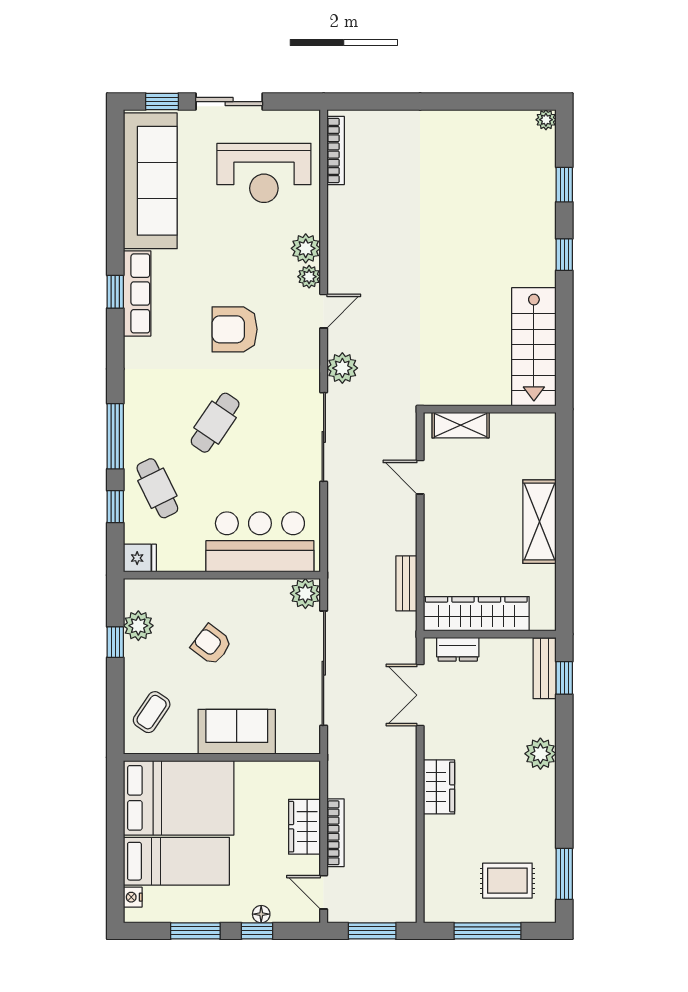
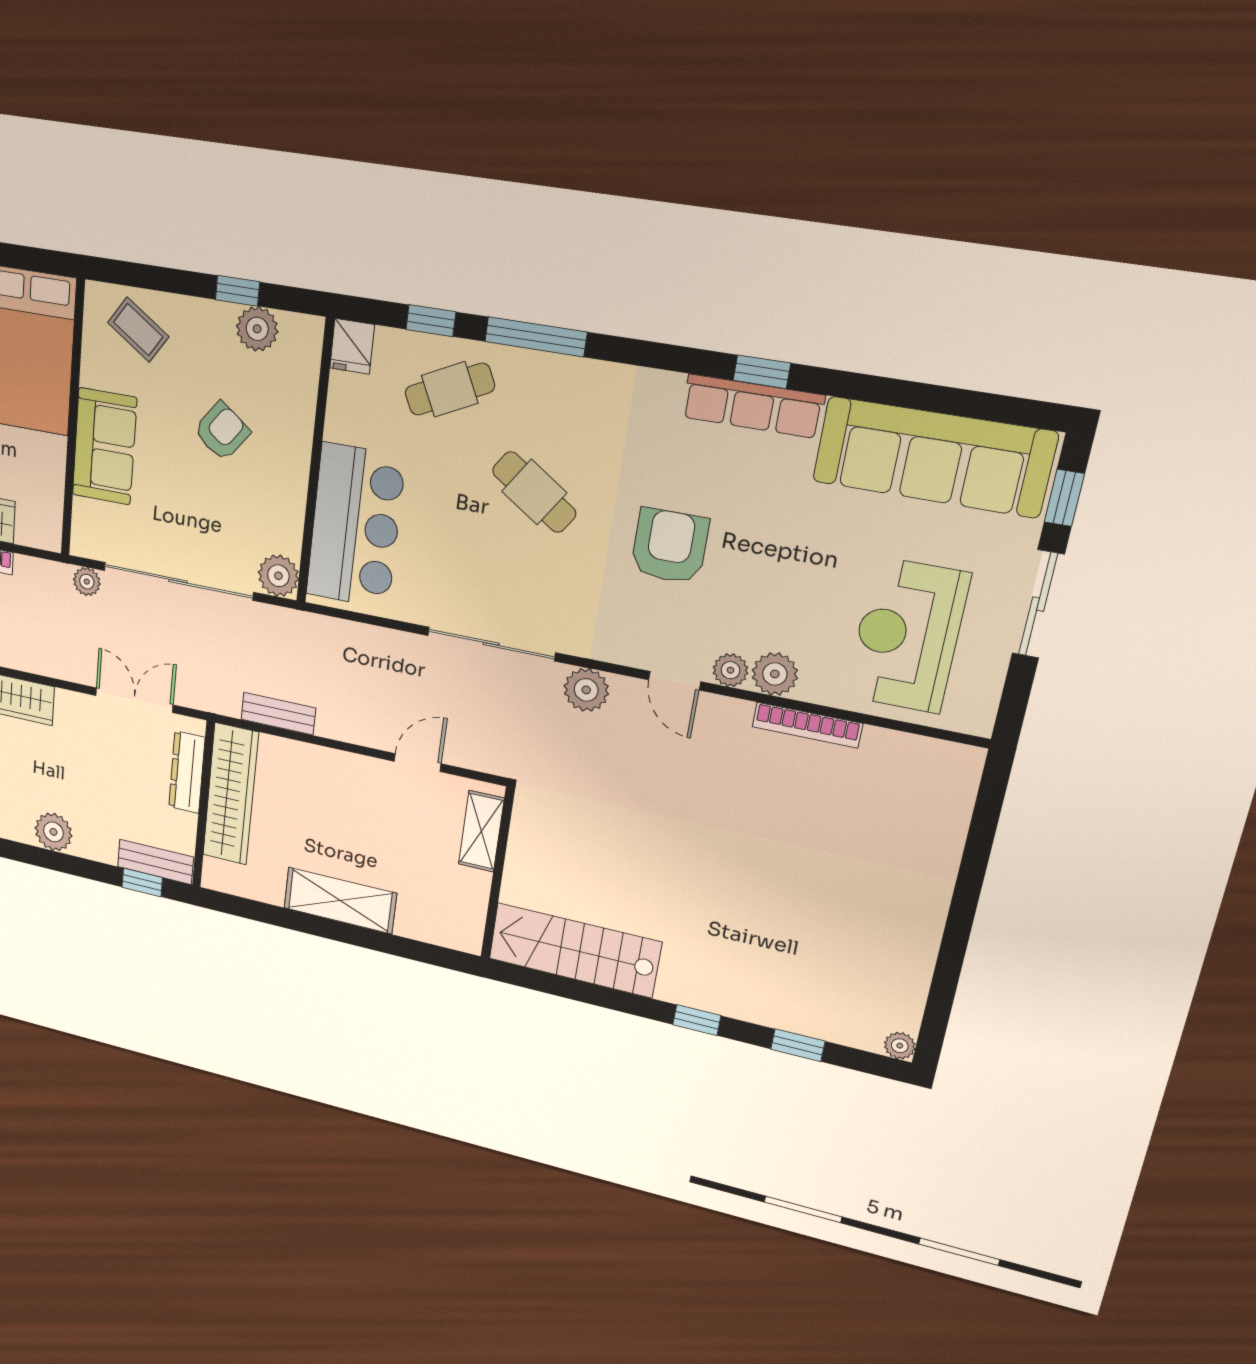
bookcase: (336, 150) -> (807, 725), moved
dresser: (458, 649) -> (187, 772), width x1.44
plant: (338, 739) -> (87, 582), added

